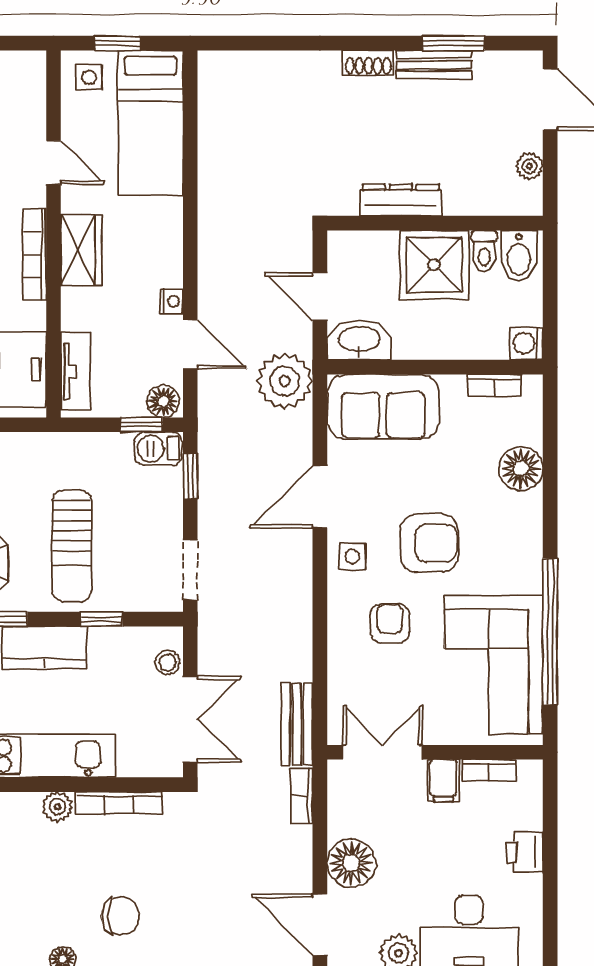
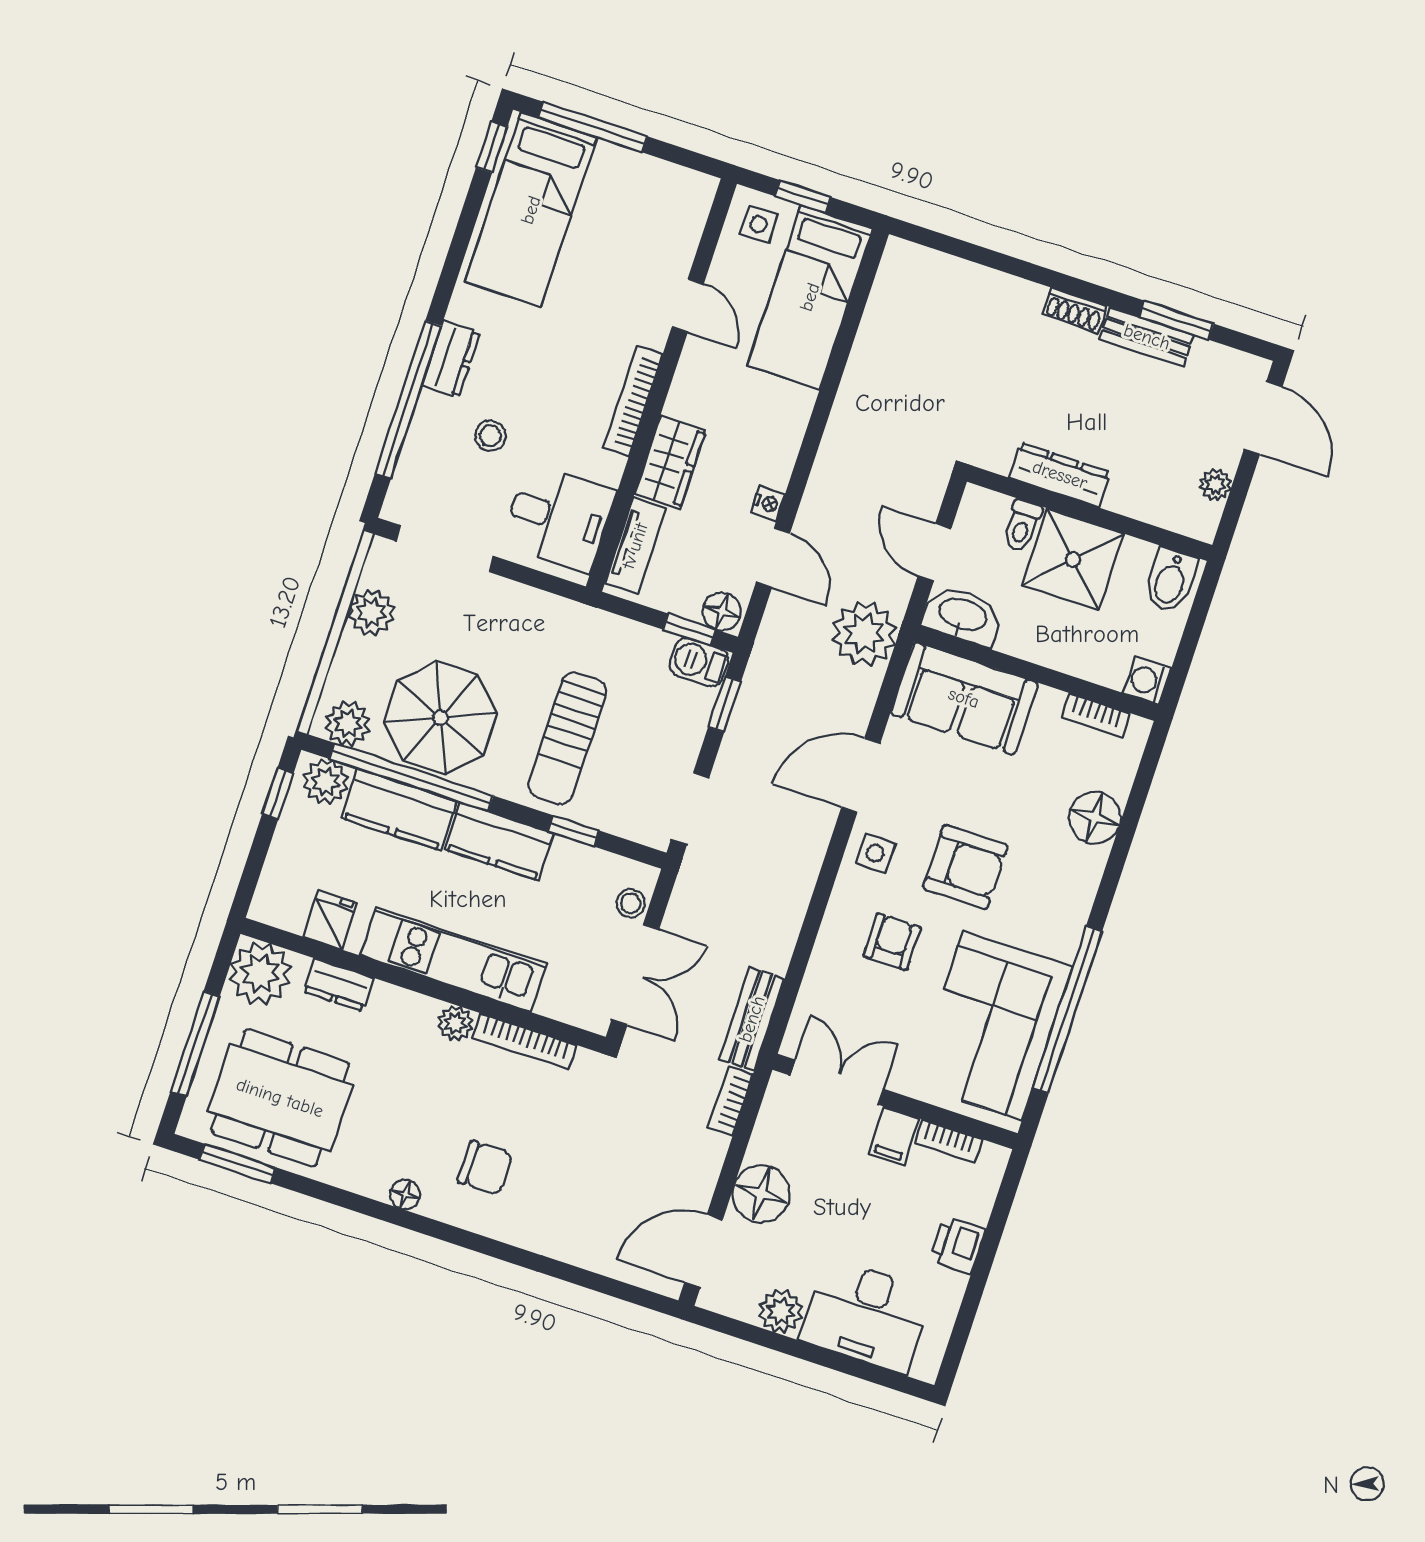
wardrobe: (81, 250) -> (670, 462), moved
toilet: (484, 251) -> (1022, 526), moved
door: (320, 925) -> (704, 1251), hinge flipped

